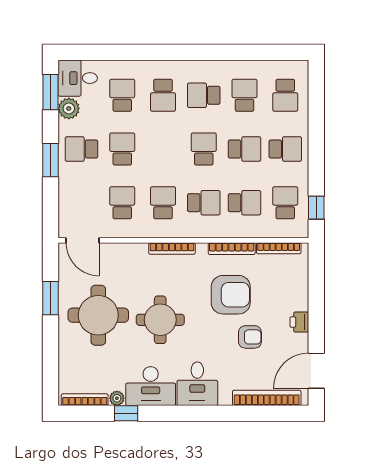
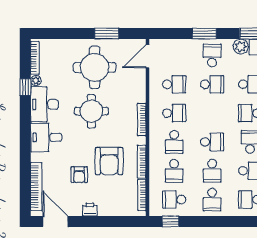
school desk: (285, 203) -> (174, 200), turned 180

